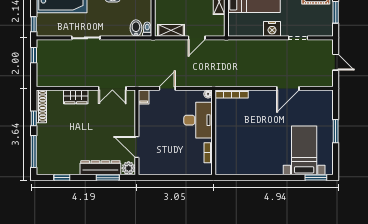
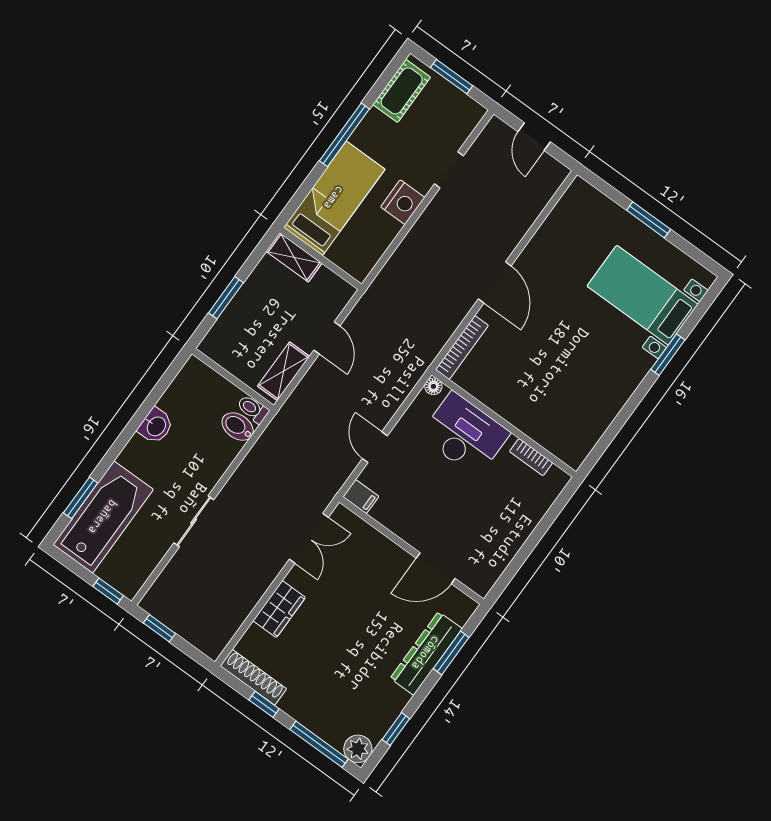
door: (336, 62) -> (534, 137), swing flipped
door: (288, 88) -> (495, 282), moved
plant: (129, 168) -> (358, 749), moved
window: (316, 178) -> (668, 355), moved

